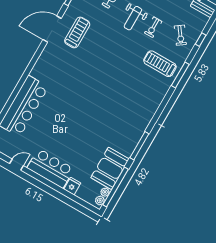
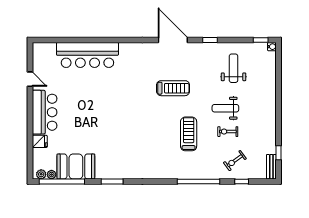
treadmill: (77, 32) -> (173, 88), moved
treadmill: (160, 64) -> (189, 134), moved
window: (180, 75) -> (198, 181), width x1.46
window: (139, 146) -> (112, 181), width x0.69

